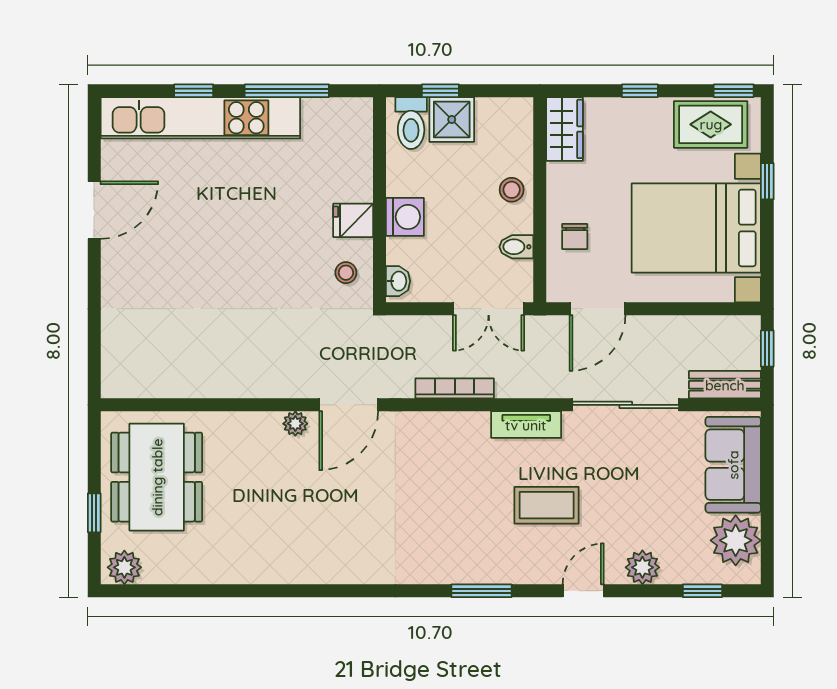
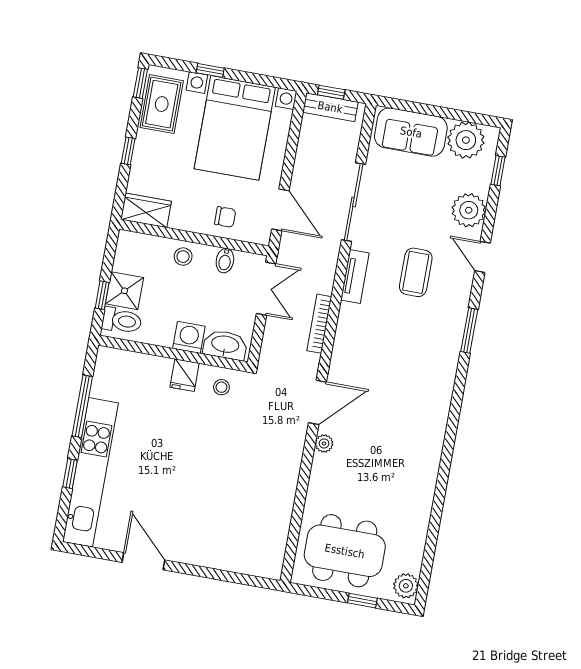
washbasin: (398, 281) -> (225, 345), width x1.91, depth x1.45
bench: (725, 385) -> (330, 107), moved, turned 90
door: (349, 405) -> (317, 402), hinge flipped
plant: (642, 567) -> (469, 210), width x1.36, depth x1.36

